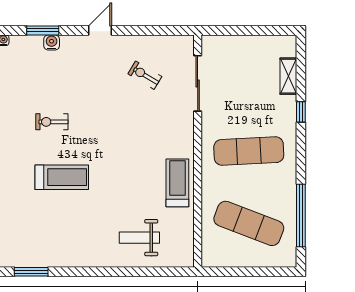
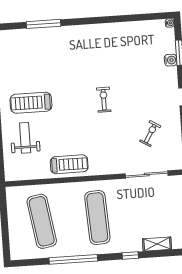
exercise bike: (52, 122) -> (104, 100), moved
treadmill: (62, 177) -> (31, 103), moved, turned 90
window: (301, 215) -> (73, 259), moved
exercise mat: (249, 223) -> (42, 221), turned -30

